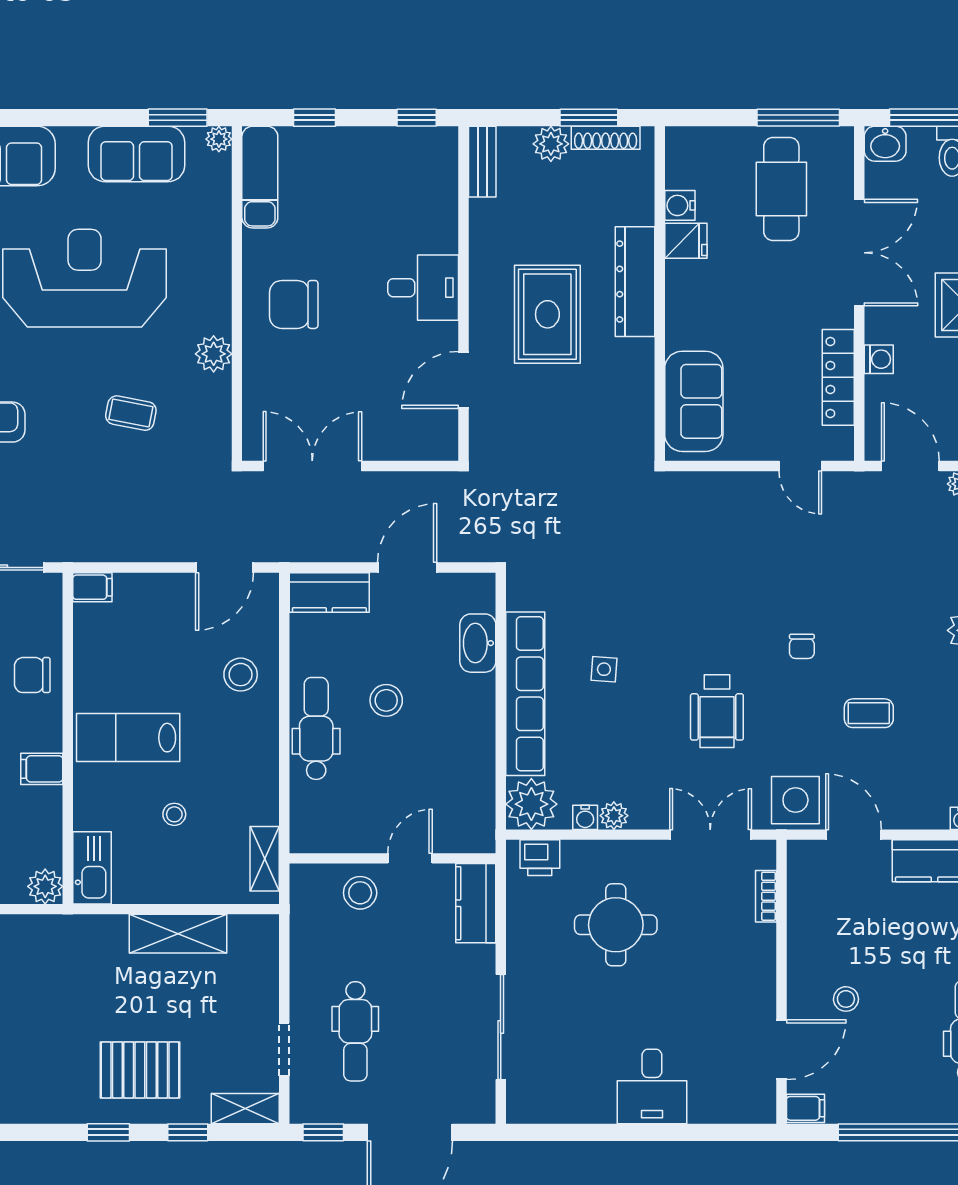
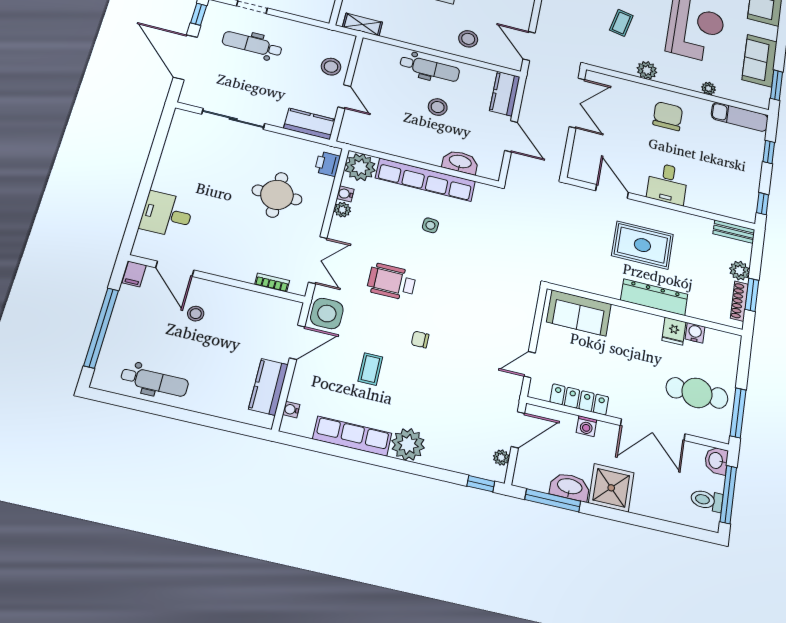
plant: (219, 139) -> (709, 88), moved
desk: (652, 1087) -> (167, 214), moved

